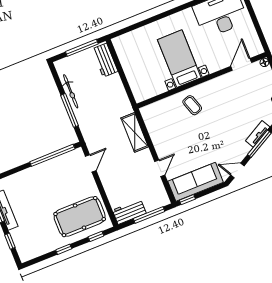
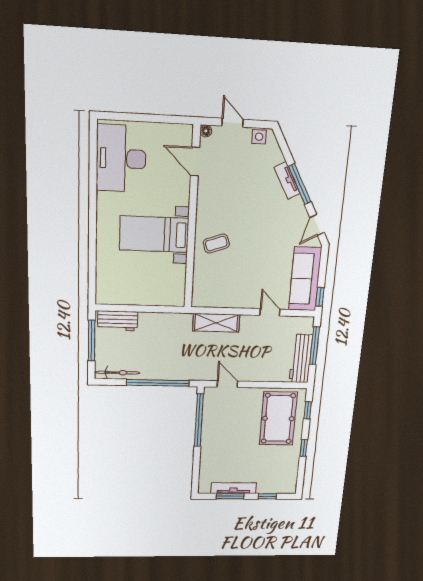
bicycle: (71, 91) -> (118, 373), moved
window: (69, 110) -> (158, 383), width x1.46
workbench: (129, 212) -> (301, 359), width x1.38

